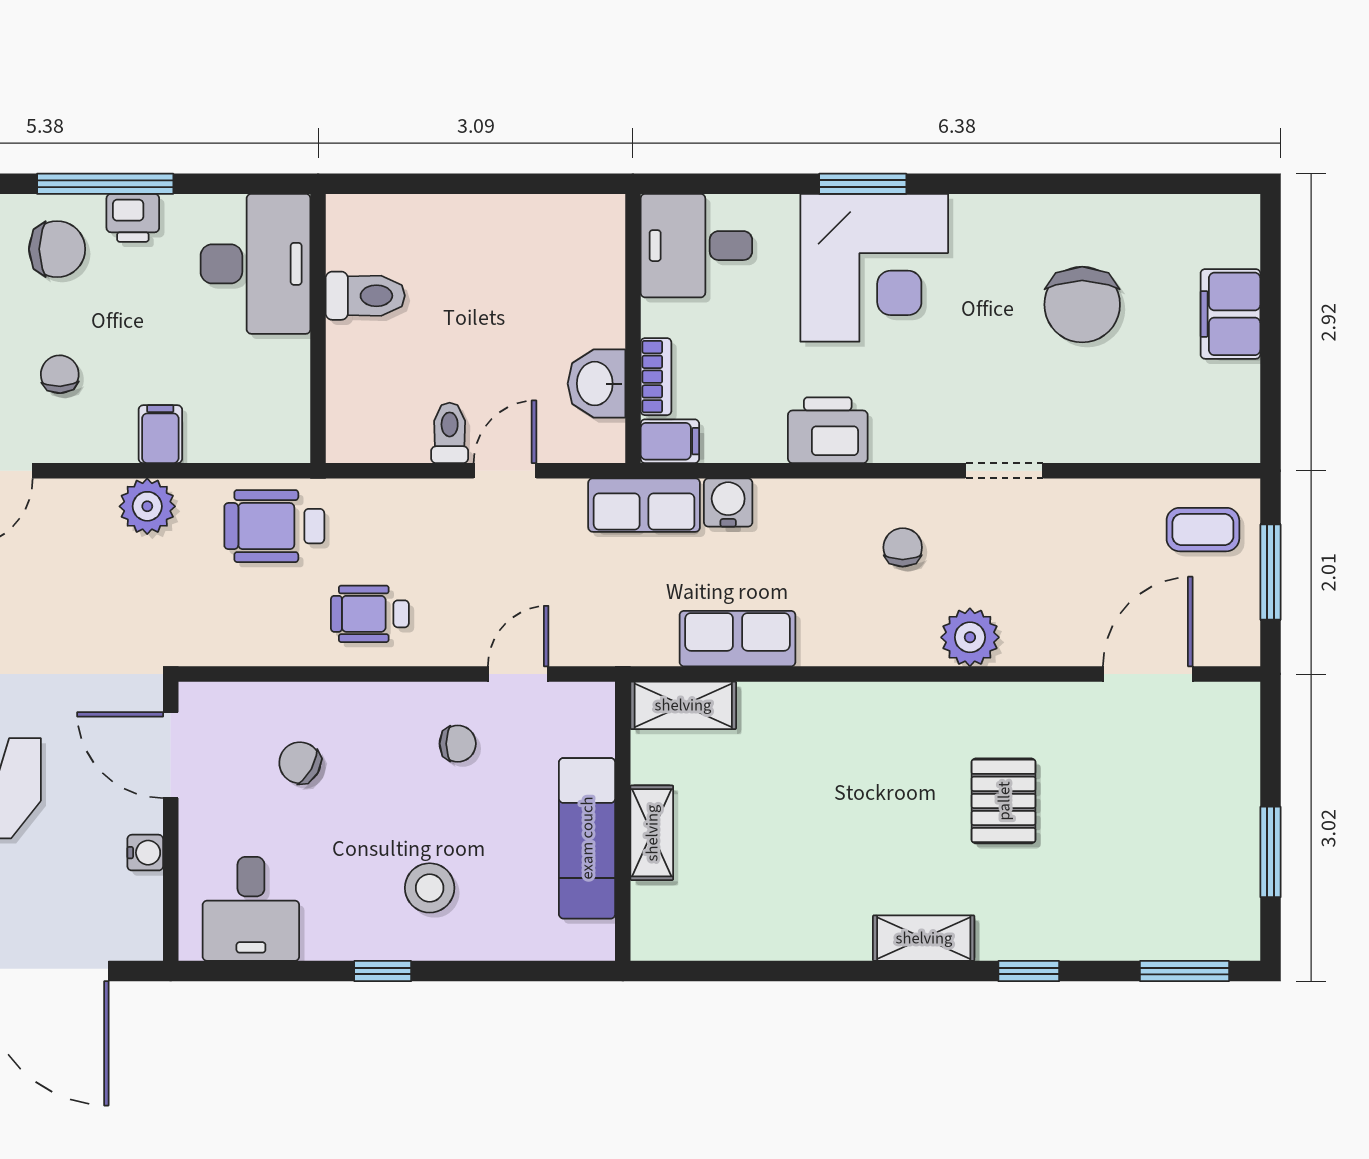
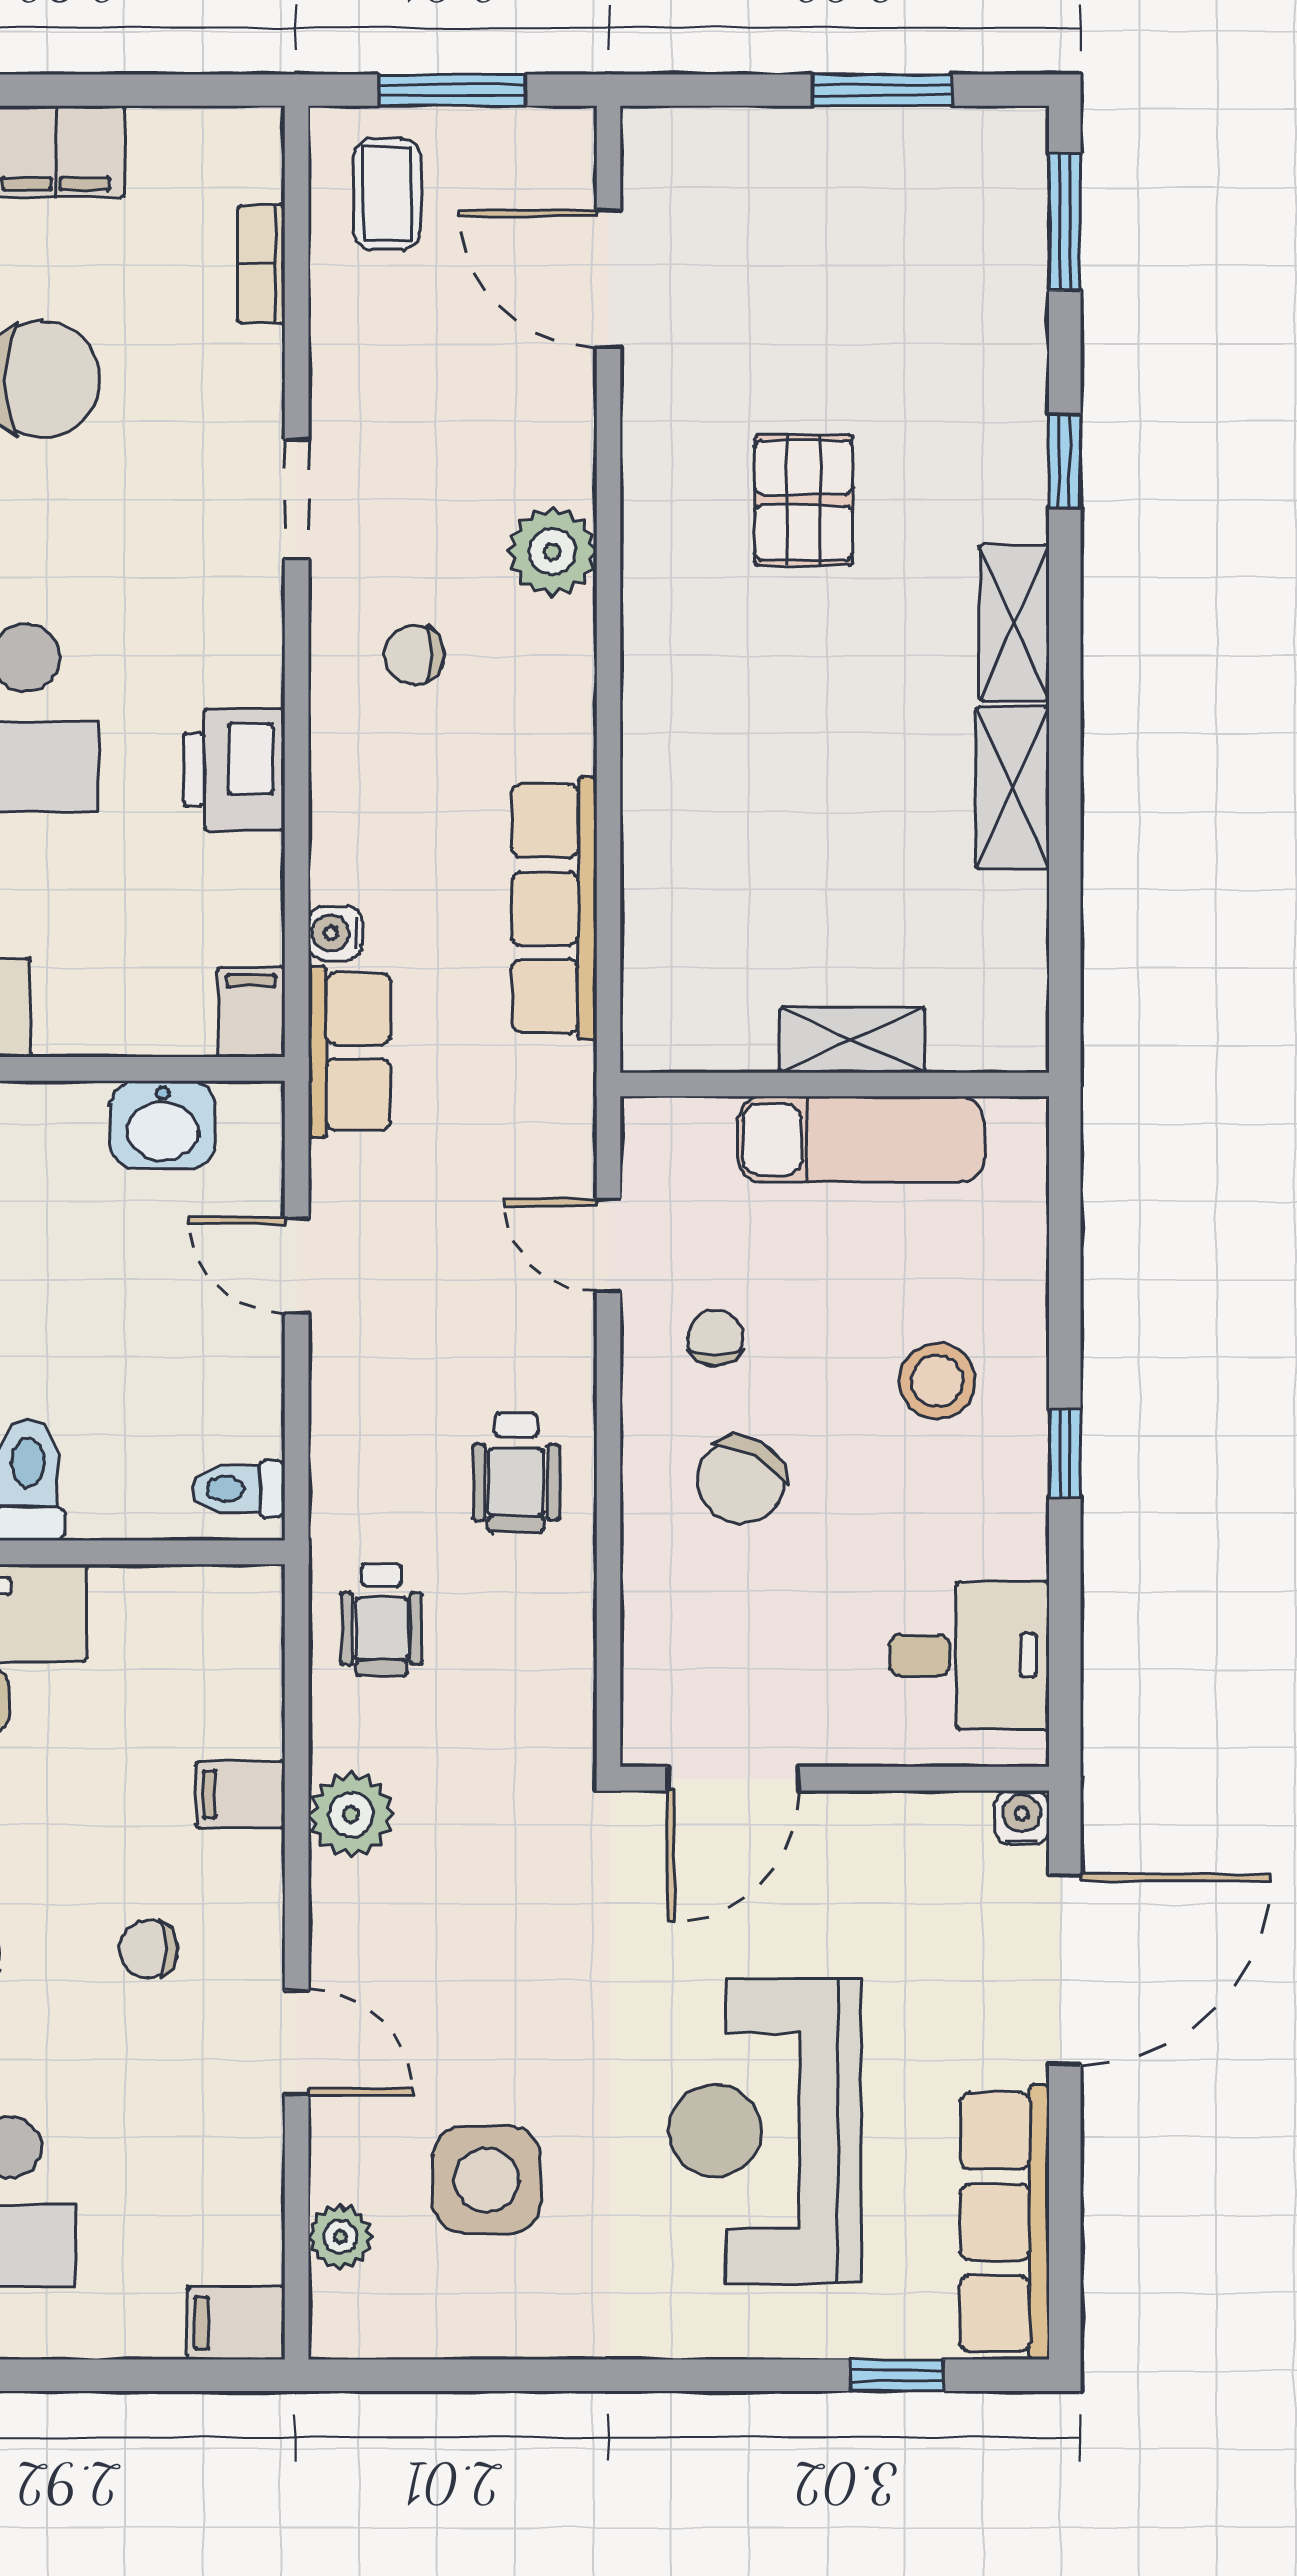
bookcase: (656, 377) -> (261, 264), moved, turned -90
toilet: (450, 433) -> (239, 1489), moved
water cooler: (728, 503) -> (335, 933), width x0.72, depth x0.72
wheelchair: (274, 526) -> (382, 1620), width x0.73, depth x0.73
row of seats: (737, 639) -> (554, 908), width x1.48
shelving: (683, 705) -> (1013, 788), moved
chair: (300, 763) -> (741, 1480), moved, width x1.37, depth x1.37
pallet: (1004, 801) -> (803, 500), turned 90
water cooler: (145, 853) -> (1022, 1818), moved

